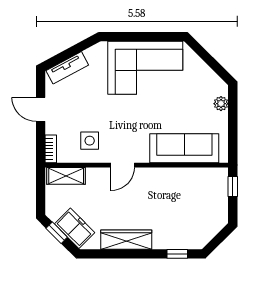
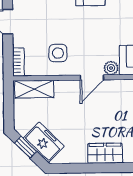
plant: (142, 156) -> (111, 68), added
wardrobe: (126, 240) -> (105, 153), width x0.67

